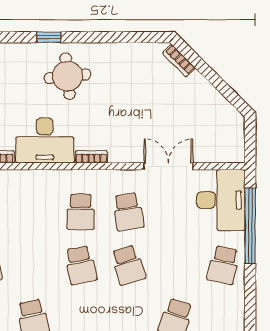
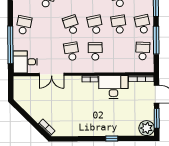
round table: (68, 76) -> (102, 119), removed
desk: (221, 200) -> (25, 62), width x0.73
school desk: (33, 265) -> (119, 24), added

